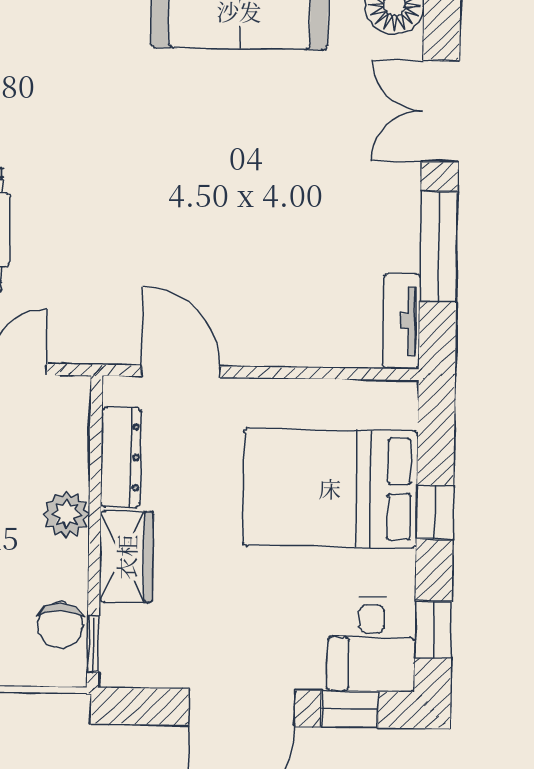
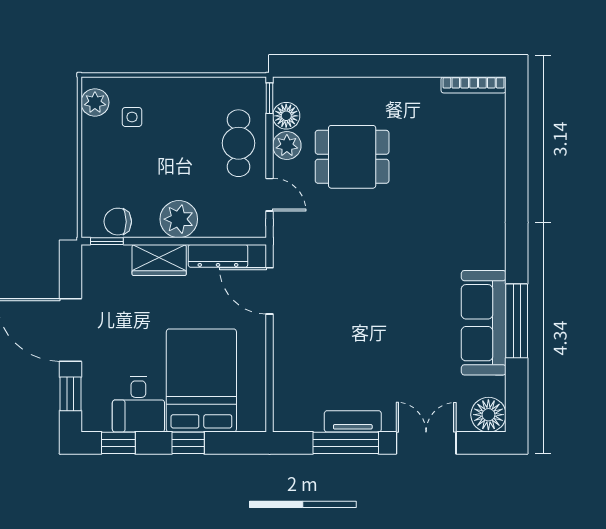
tv unit: (401, 321) -> (353, 421), moved
door: (181, 371) -> (270, 291), swing flipped
plant: (66, 514) -> (179, 219), width x1.36, depth x1.36
desk: (371, 644) -> (138, 404), moved, turned -90

